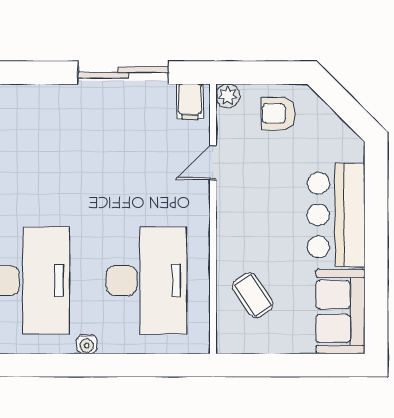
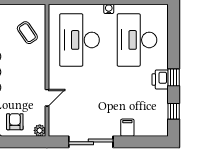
filing cabinet: (190, 101) -> (127, 128), moved
armchair: (278, 114) -> (15, 122), turned -90

